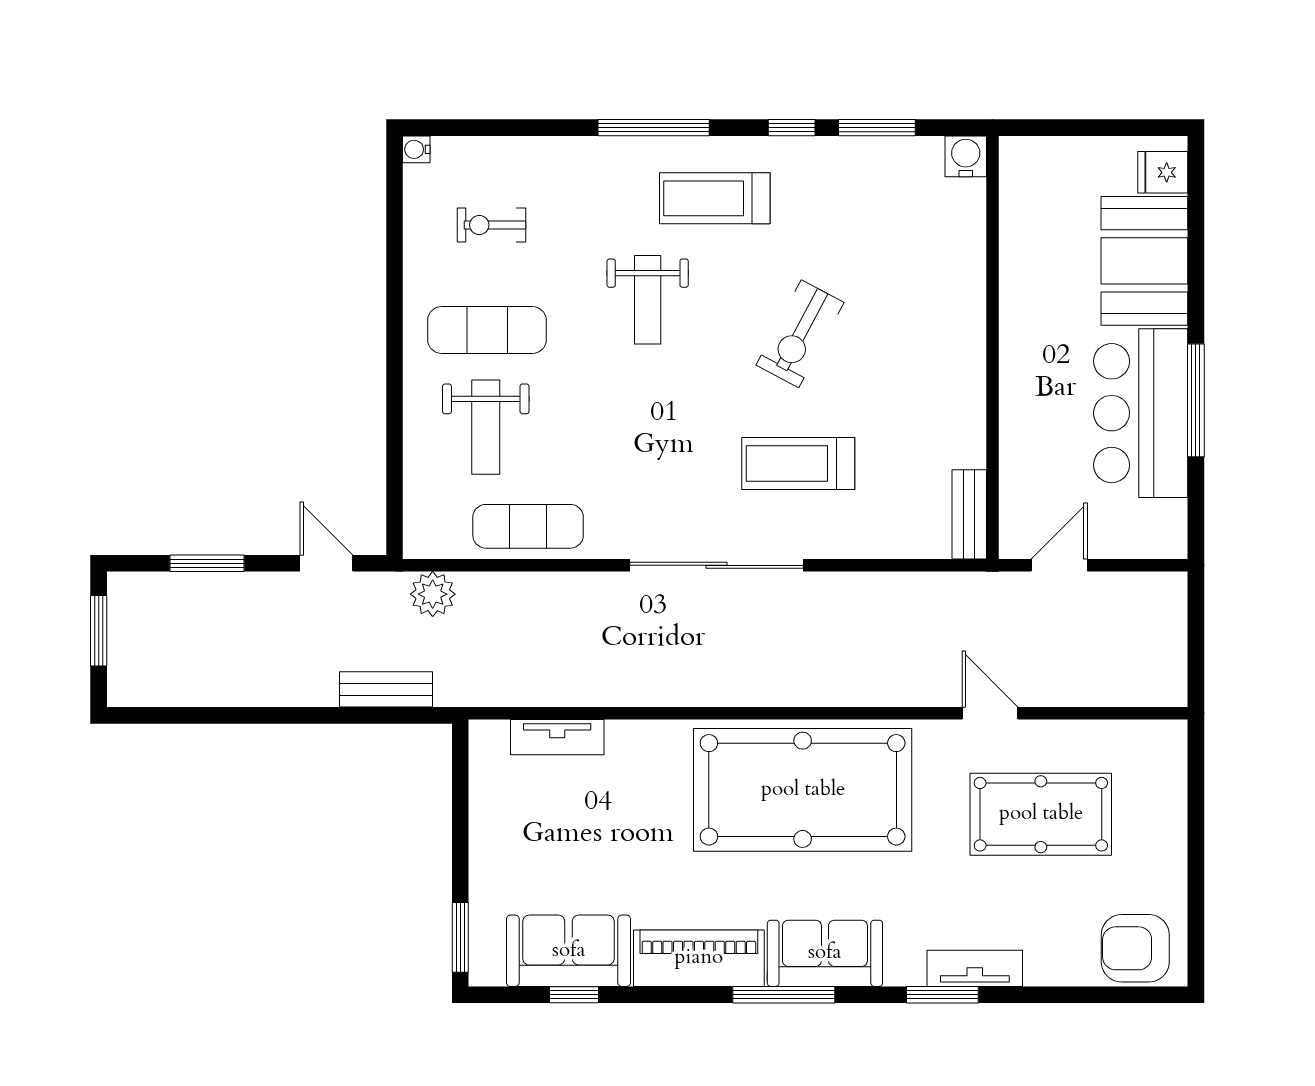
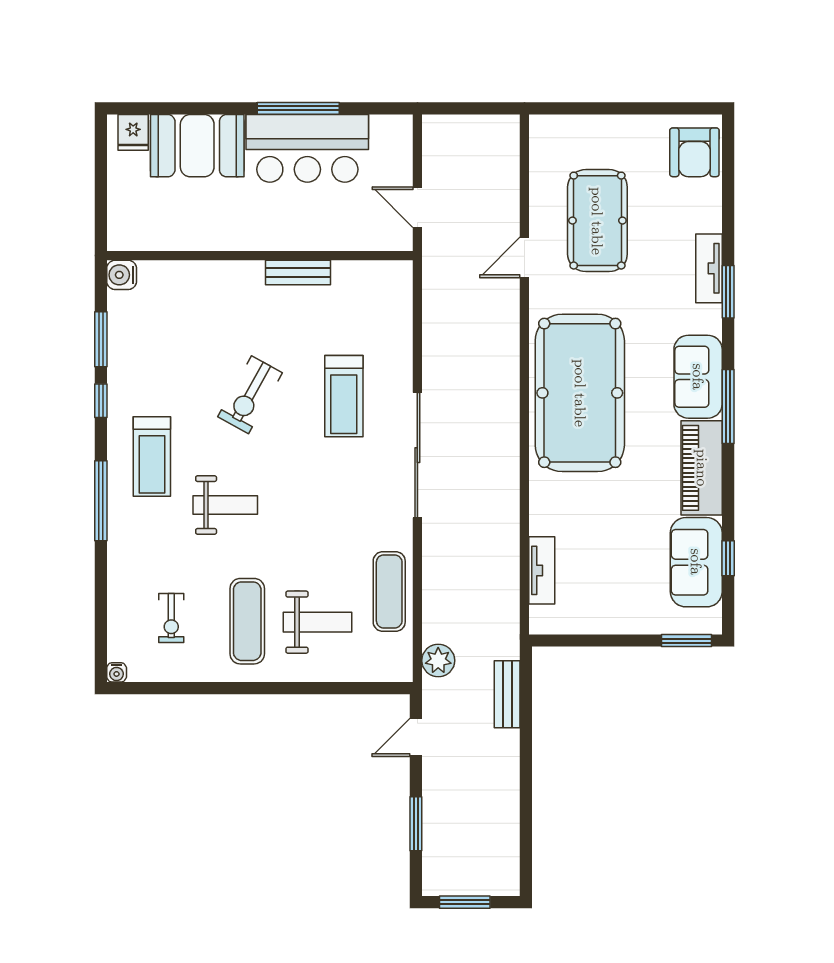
exercise bike: (800, 334) -> (250, 395), turned 91
bench: (969, 514) -> (298, 272), moved

